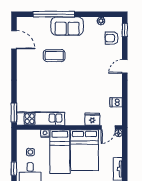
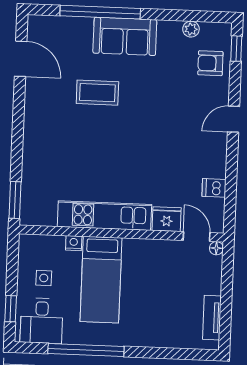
kitchen unit: (41, 119) -> (104, 216), moved
door: (108, 128) -> (197, 236), swing flipped
bed: (84, 150) -> (149, 279), removed

